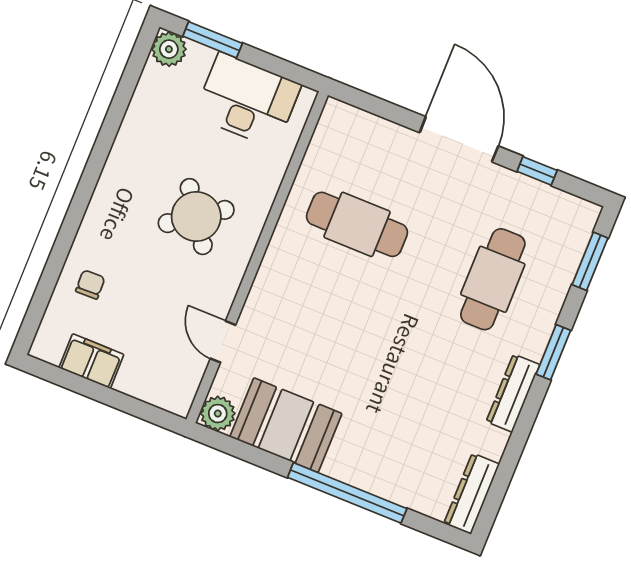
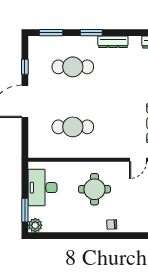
round table: (196, 217) -> (94, 189), turned 35
cafe table: (357, 224) -> (73, 127), turned 90
chair: (90, 284) -> (112, 224), moved

